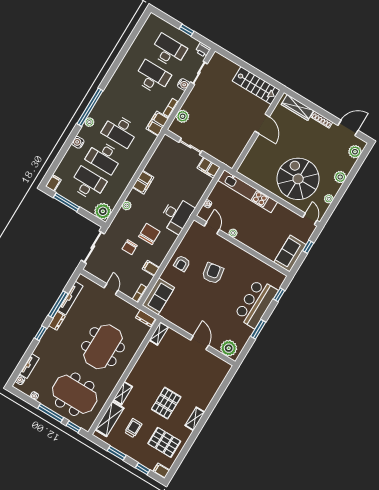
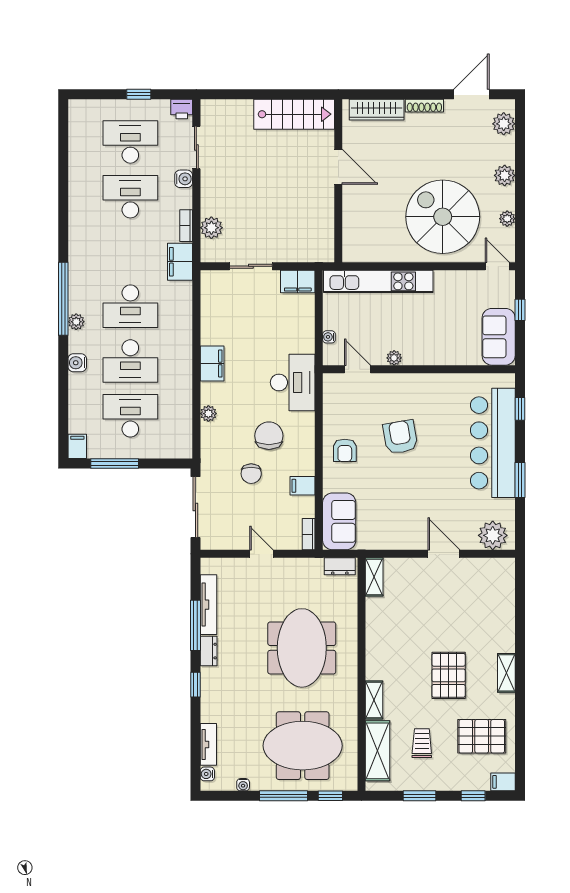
plant: (103, 211) -> (178, 444), removed
bar counter: (256, 303) -> (493, 443), width x1.36

